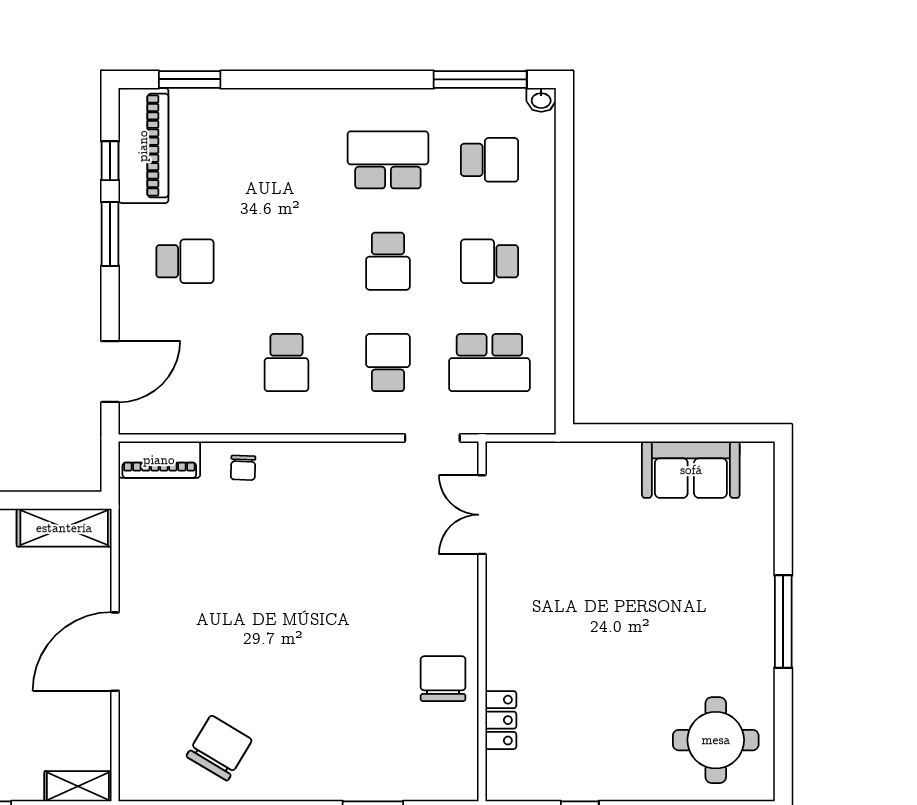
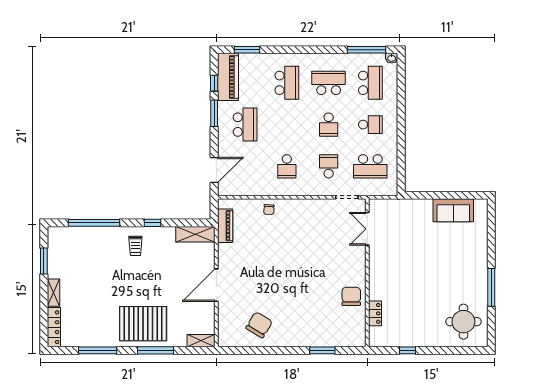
school desk: (286, 160) -> (287, 83), added
school desk: (489, 160) -> (370, 83), width x1.85
school desk: (185, 261) -> (245, 125), width x1.85
school desk: (489, 261) -> (370, 125), turned 180
piano: (159, 460) -> (225, 226), moved, turned -90
window: (783, 621) -> (491, 287), moved

